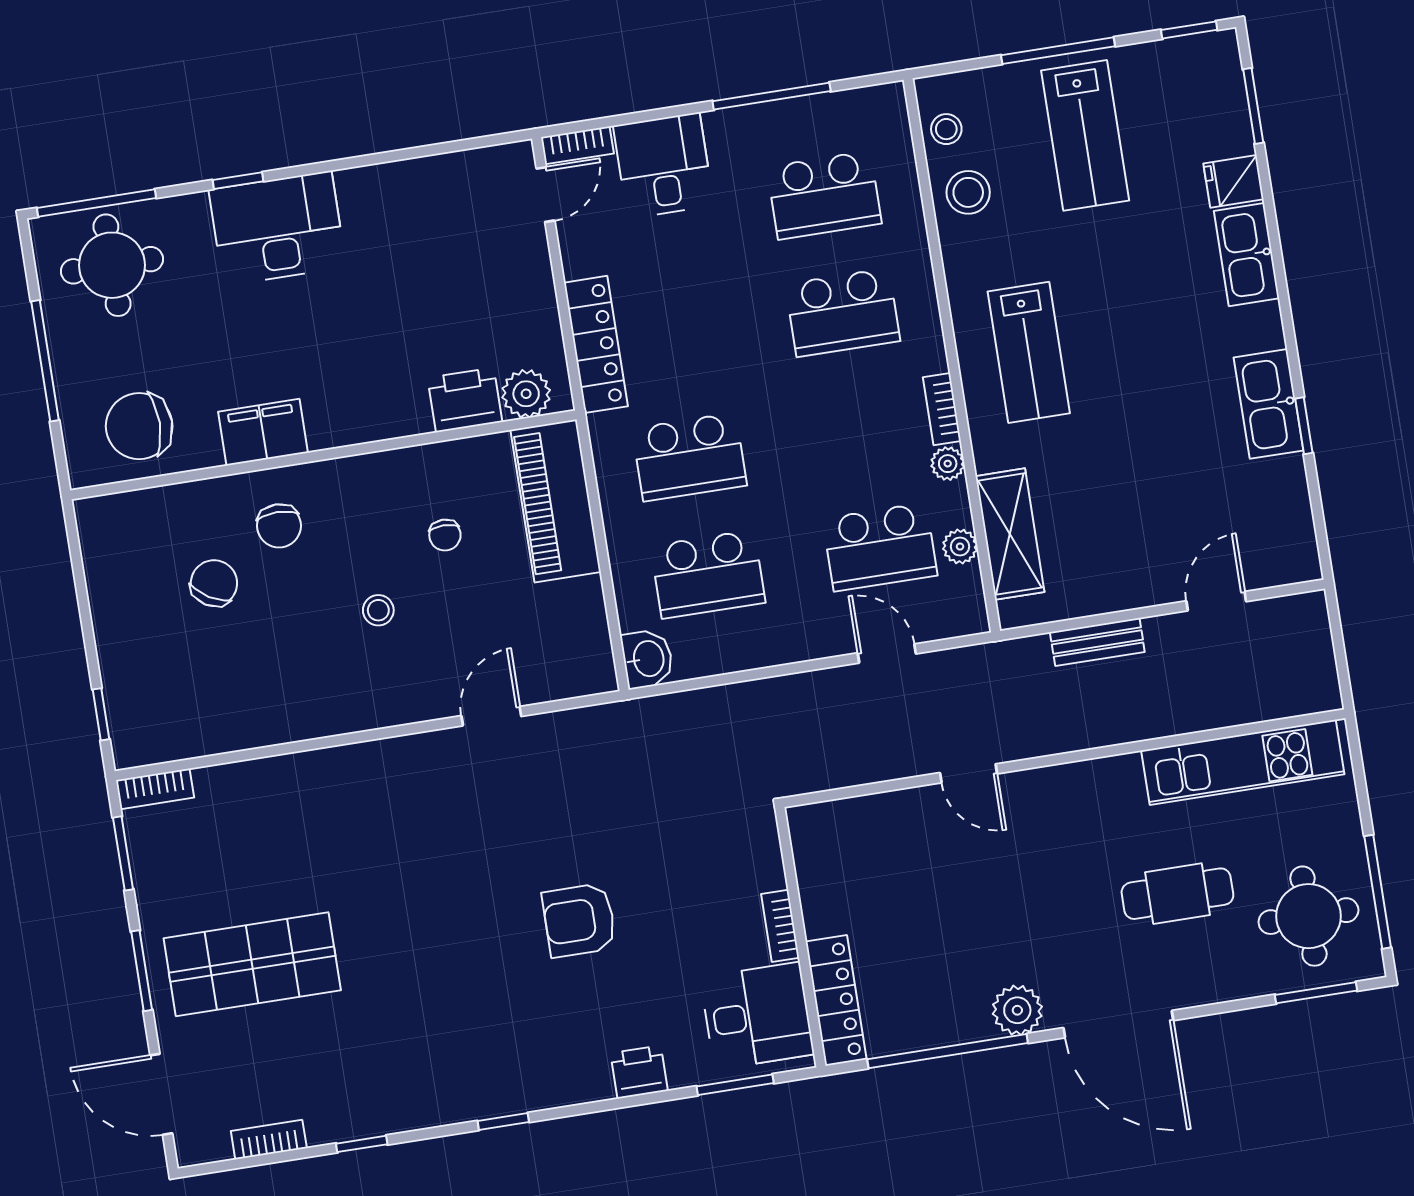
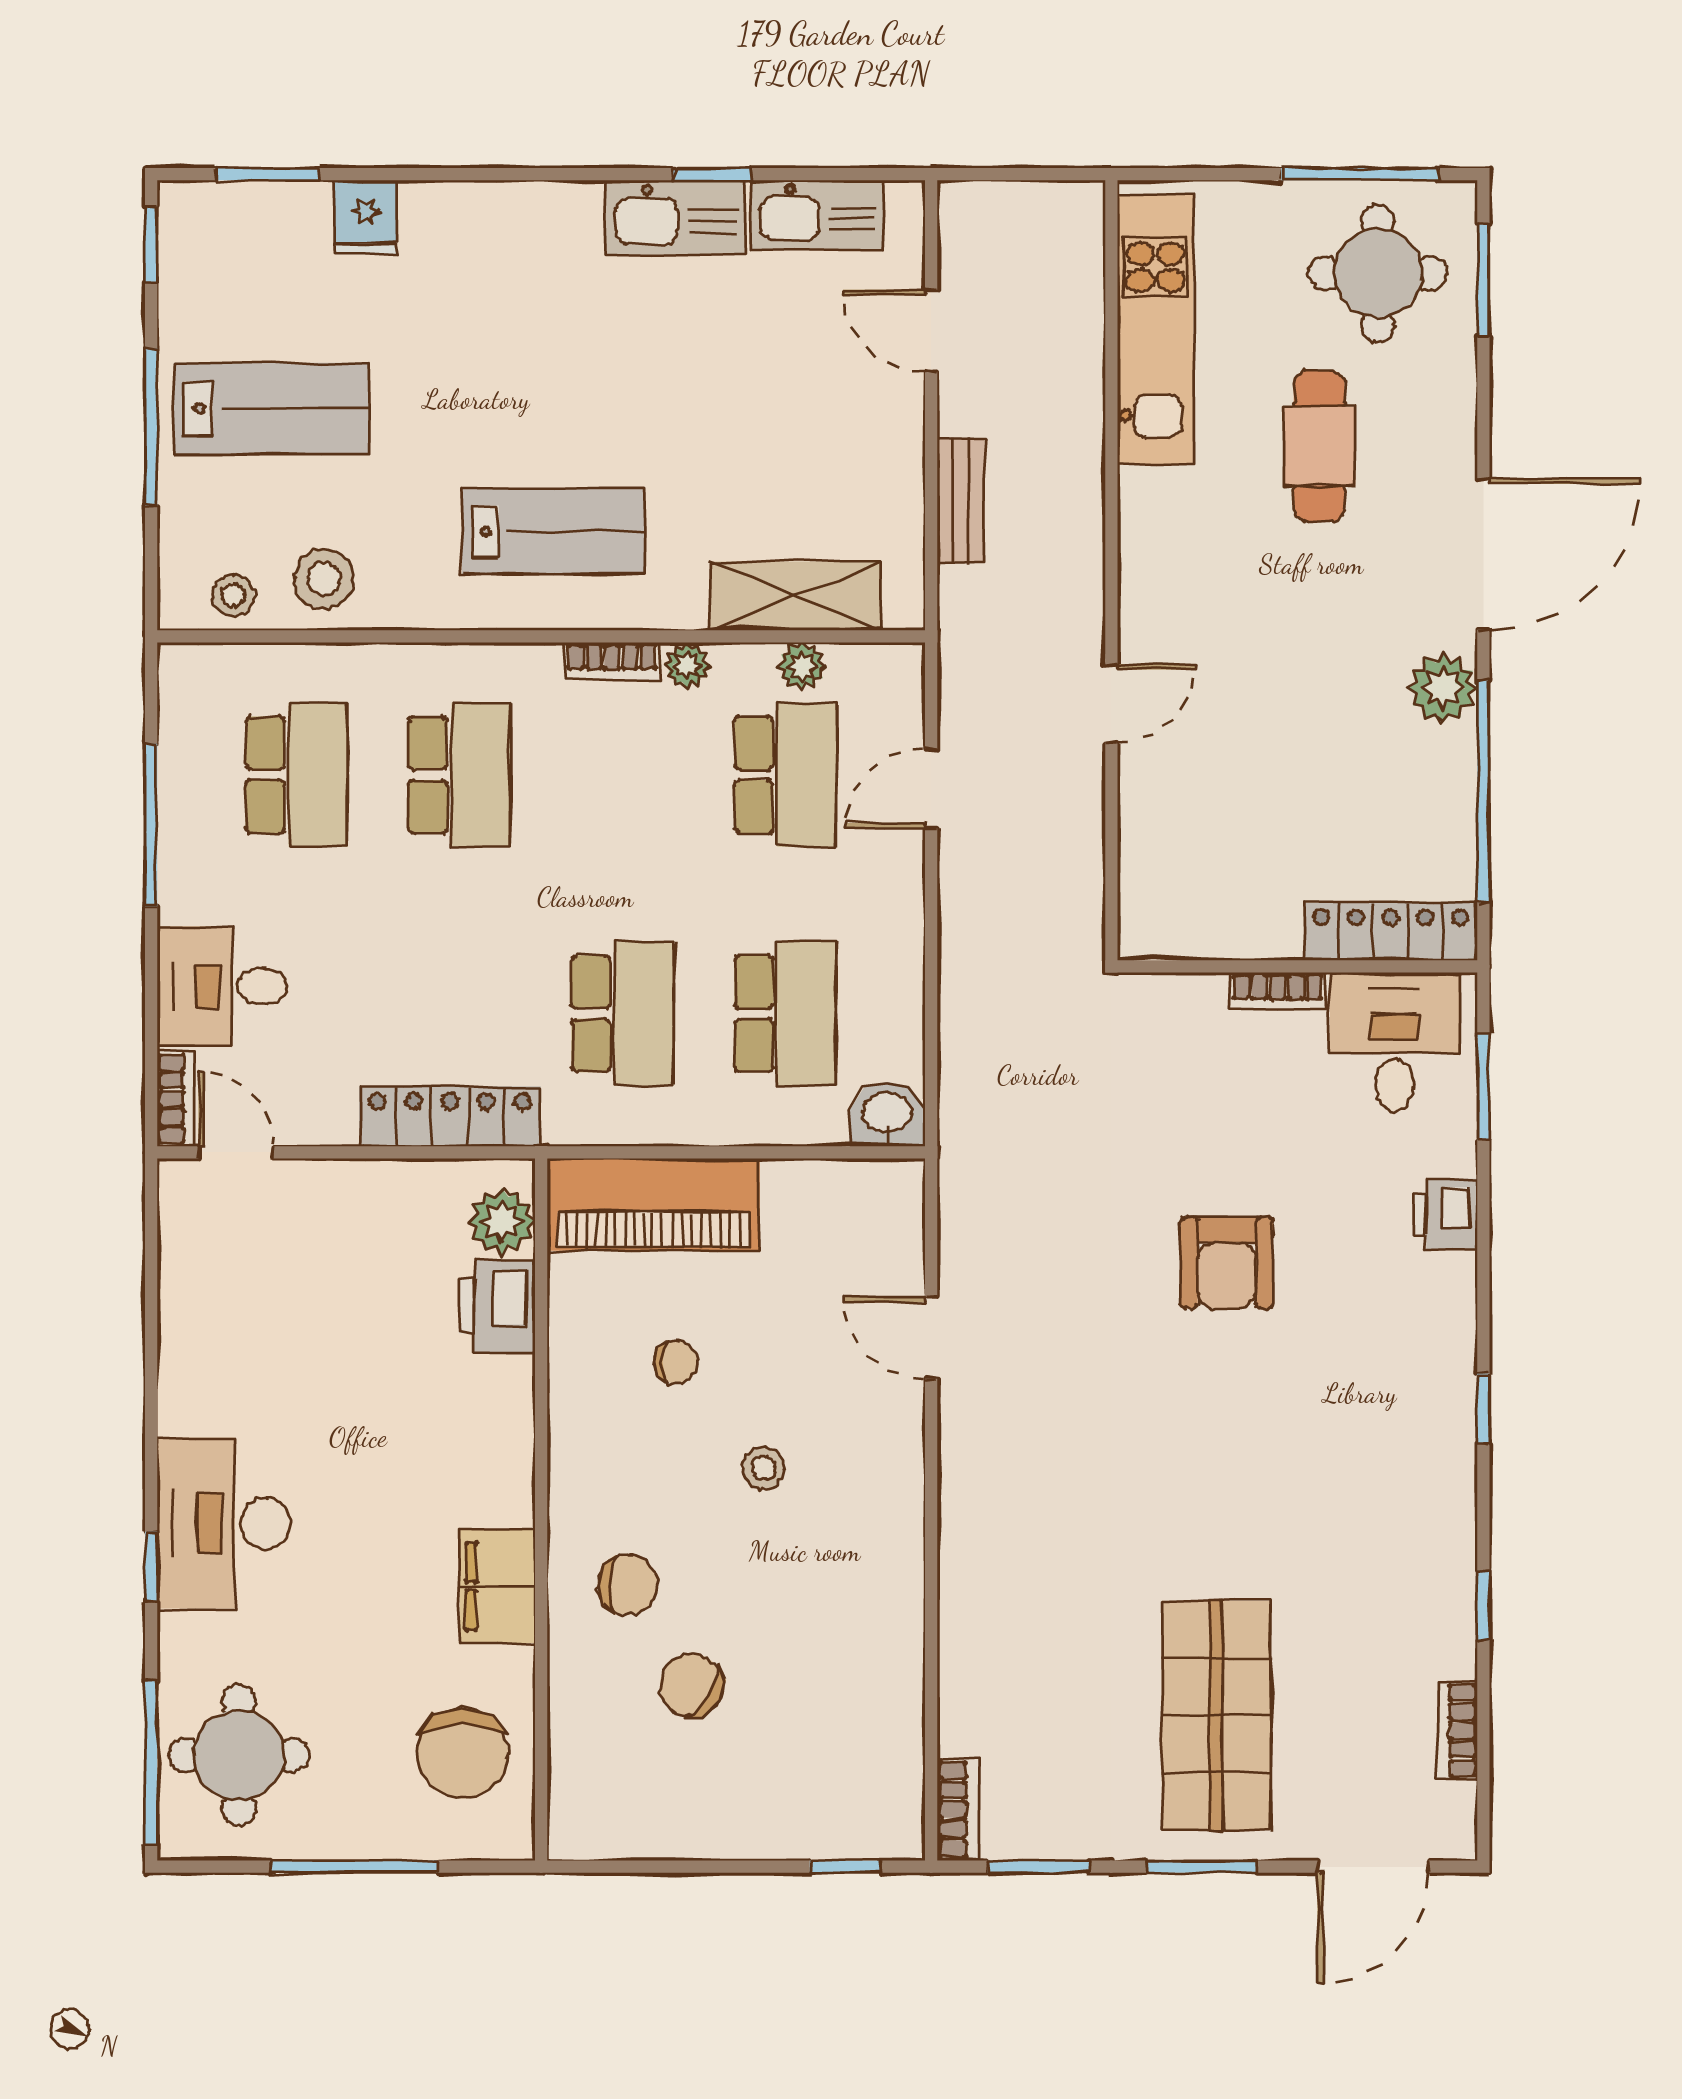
kitchen sink: (1247, 255) -> (817, 215), moved

